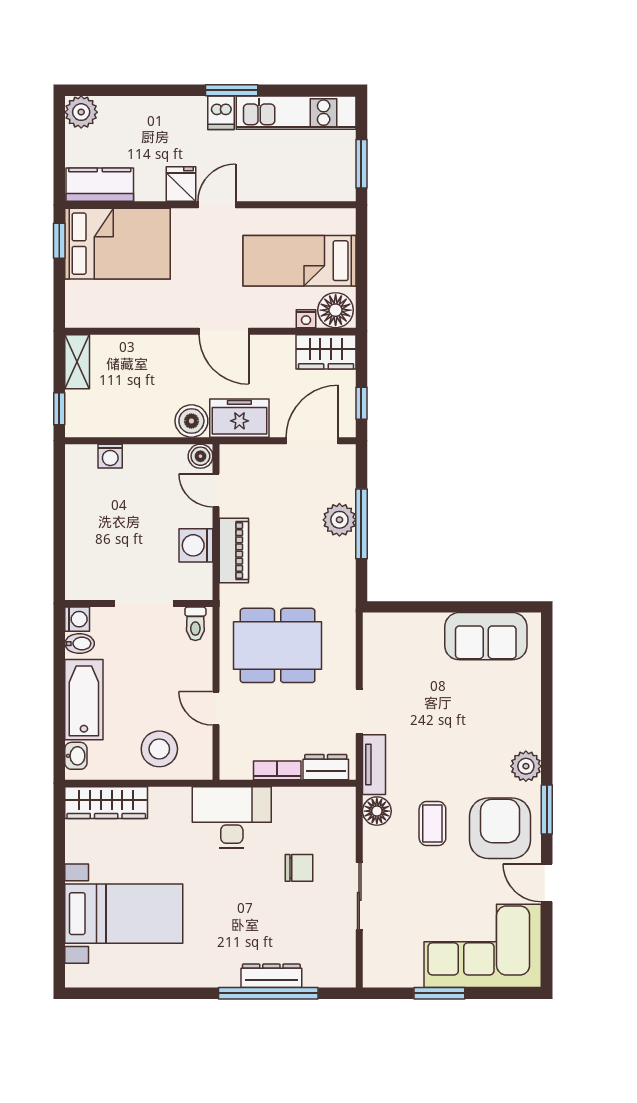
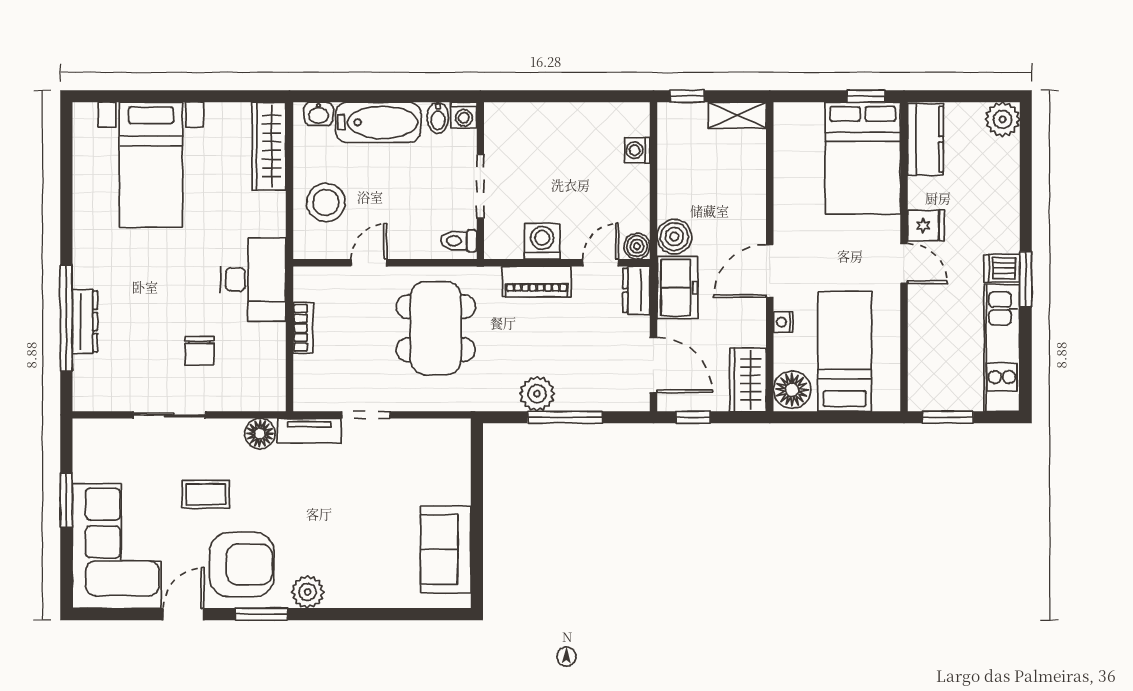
nightstand: (306, 319) -> (783, 322), moved
plant: (339, 520) -> (537, 394), moved
dresser: (326, 767) -> (636, 290), moved, turned 180
coffee table: (432, 824) -> (206, 494), moved

